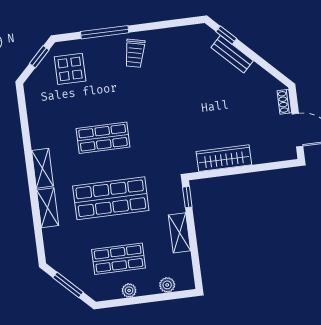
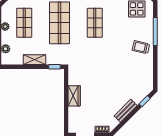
bench: (232, 54) -> (126, 111), moved
wardrobe: (224, 158) -> (74, 96), width x0.67

